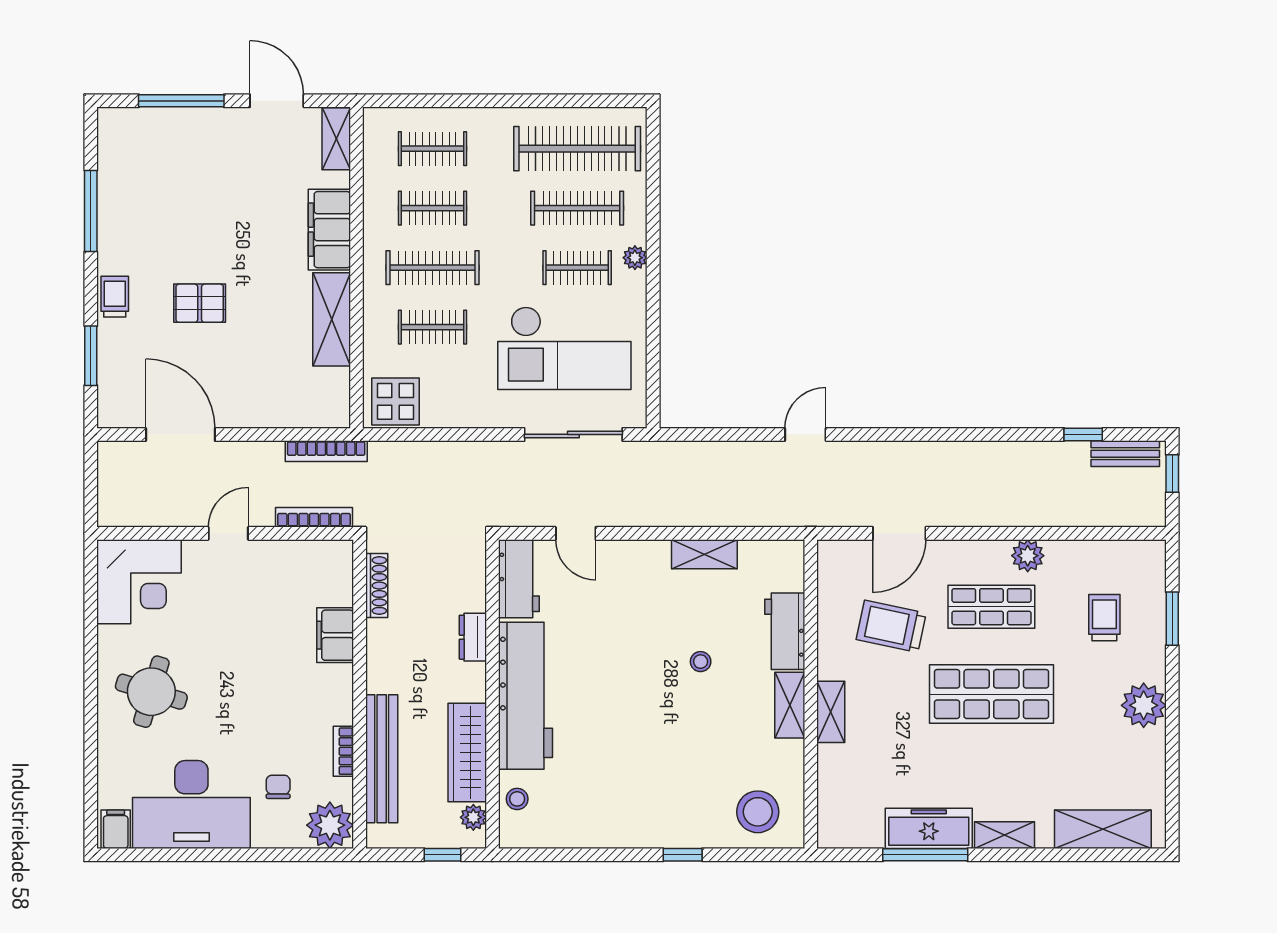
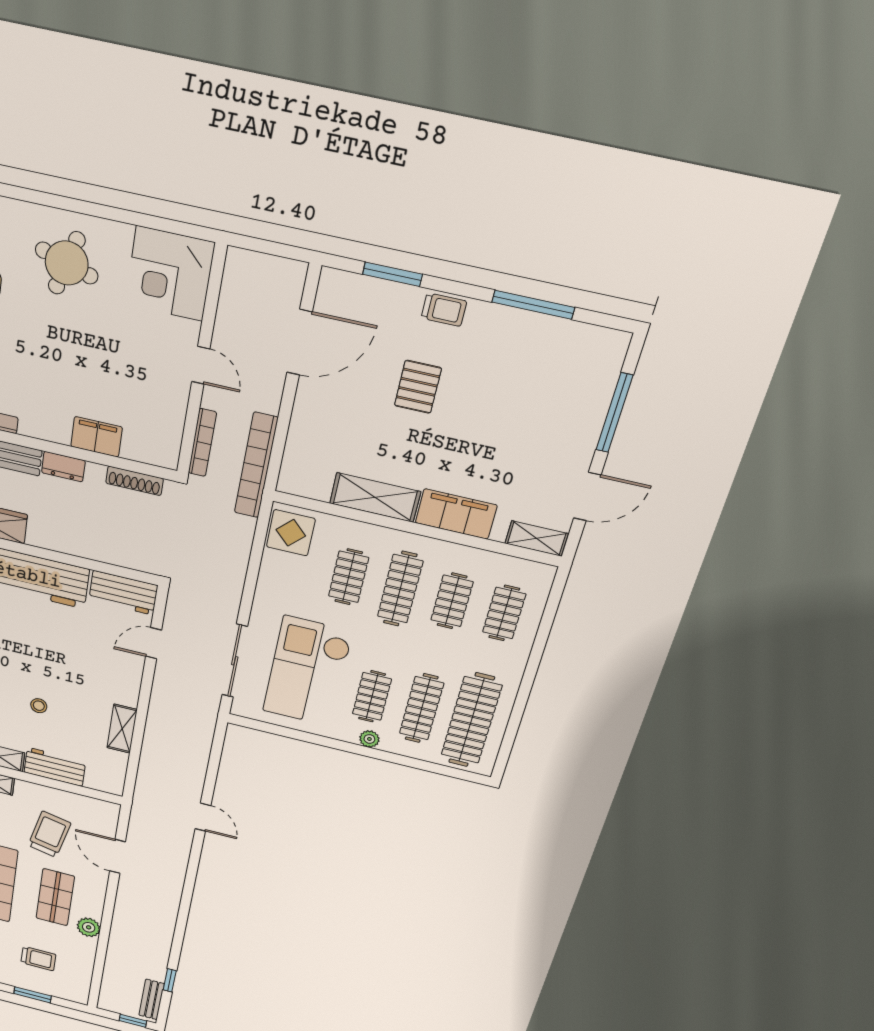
bookcase: (326, 451) -> (256, 465), width x1.48, depth x1.31
dresser: (473, 637) -> (63, 467), moved, turned 180

